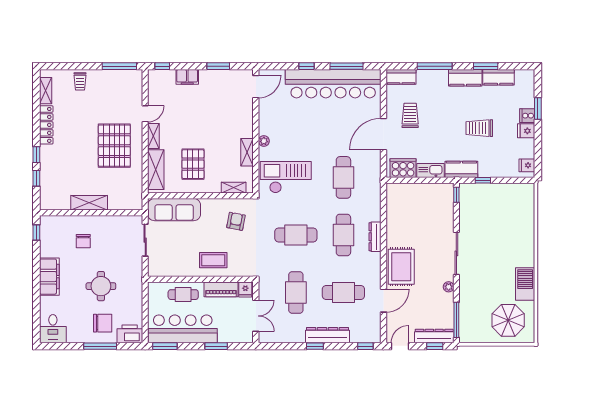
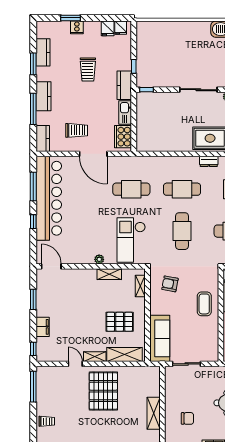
kitchen counter: (465, 78) -> (44, 96), moved
trolley: (410, 115) -> (77, 130), turned 180
fridge: (526, 131) -> (108, 28), moved
pallet: (114, 146) -> (103, 391), turned 90
dresser: (375, 237) -> (209, 161), moved, width x0.70

